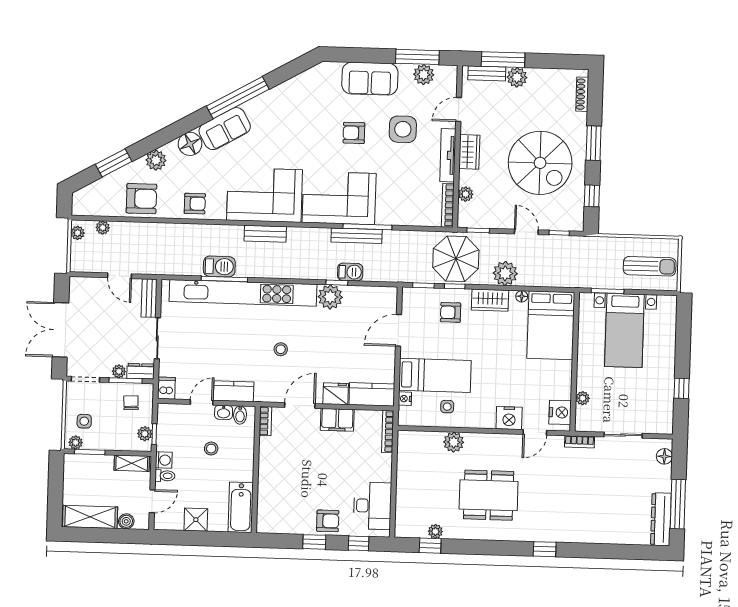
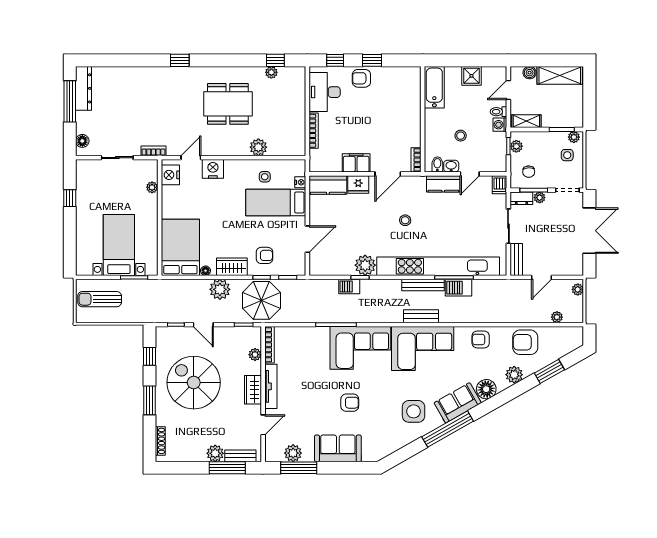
side table: (403, 129) -> (414, 411), moved
plant: (78, 233) -> (578, 289), moved
bench: (357, 236) -> (423, 285), moved
door: (120, 276) -> (542, 277), swing flipped
bookcase: (388, 432) -> (314, 131), moved

